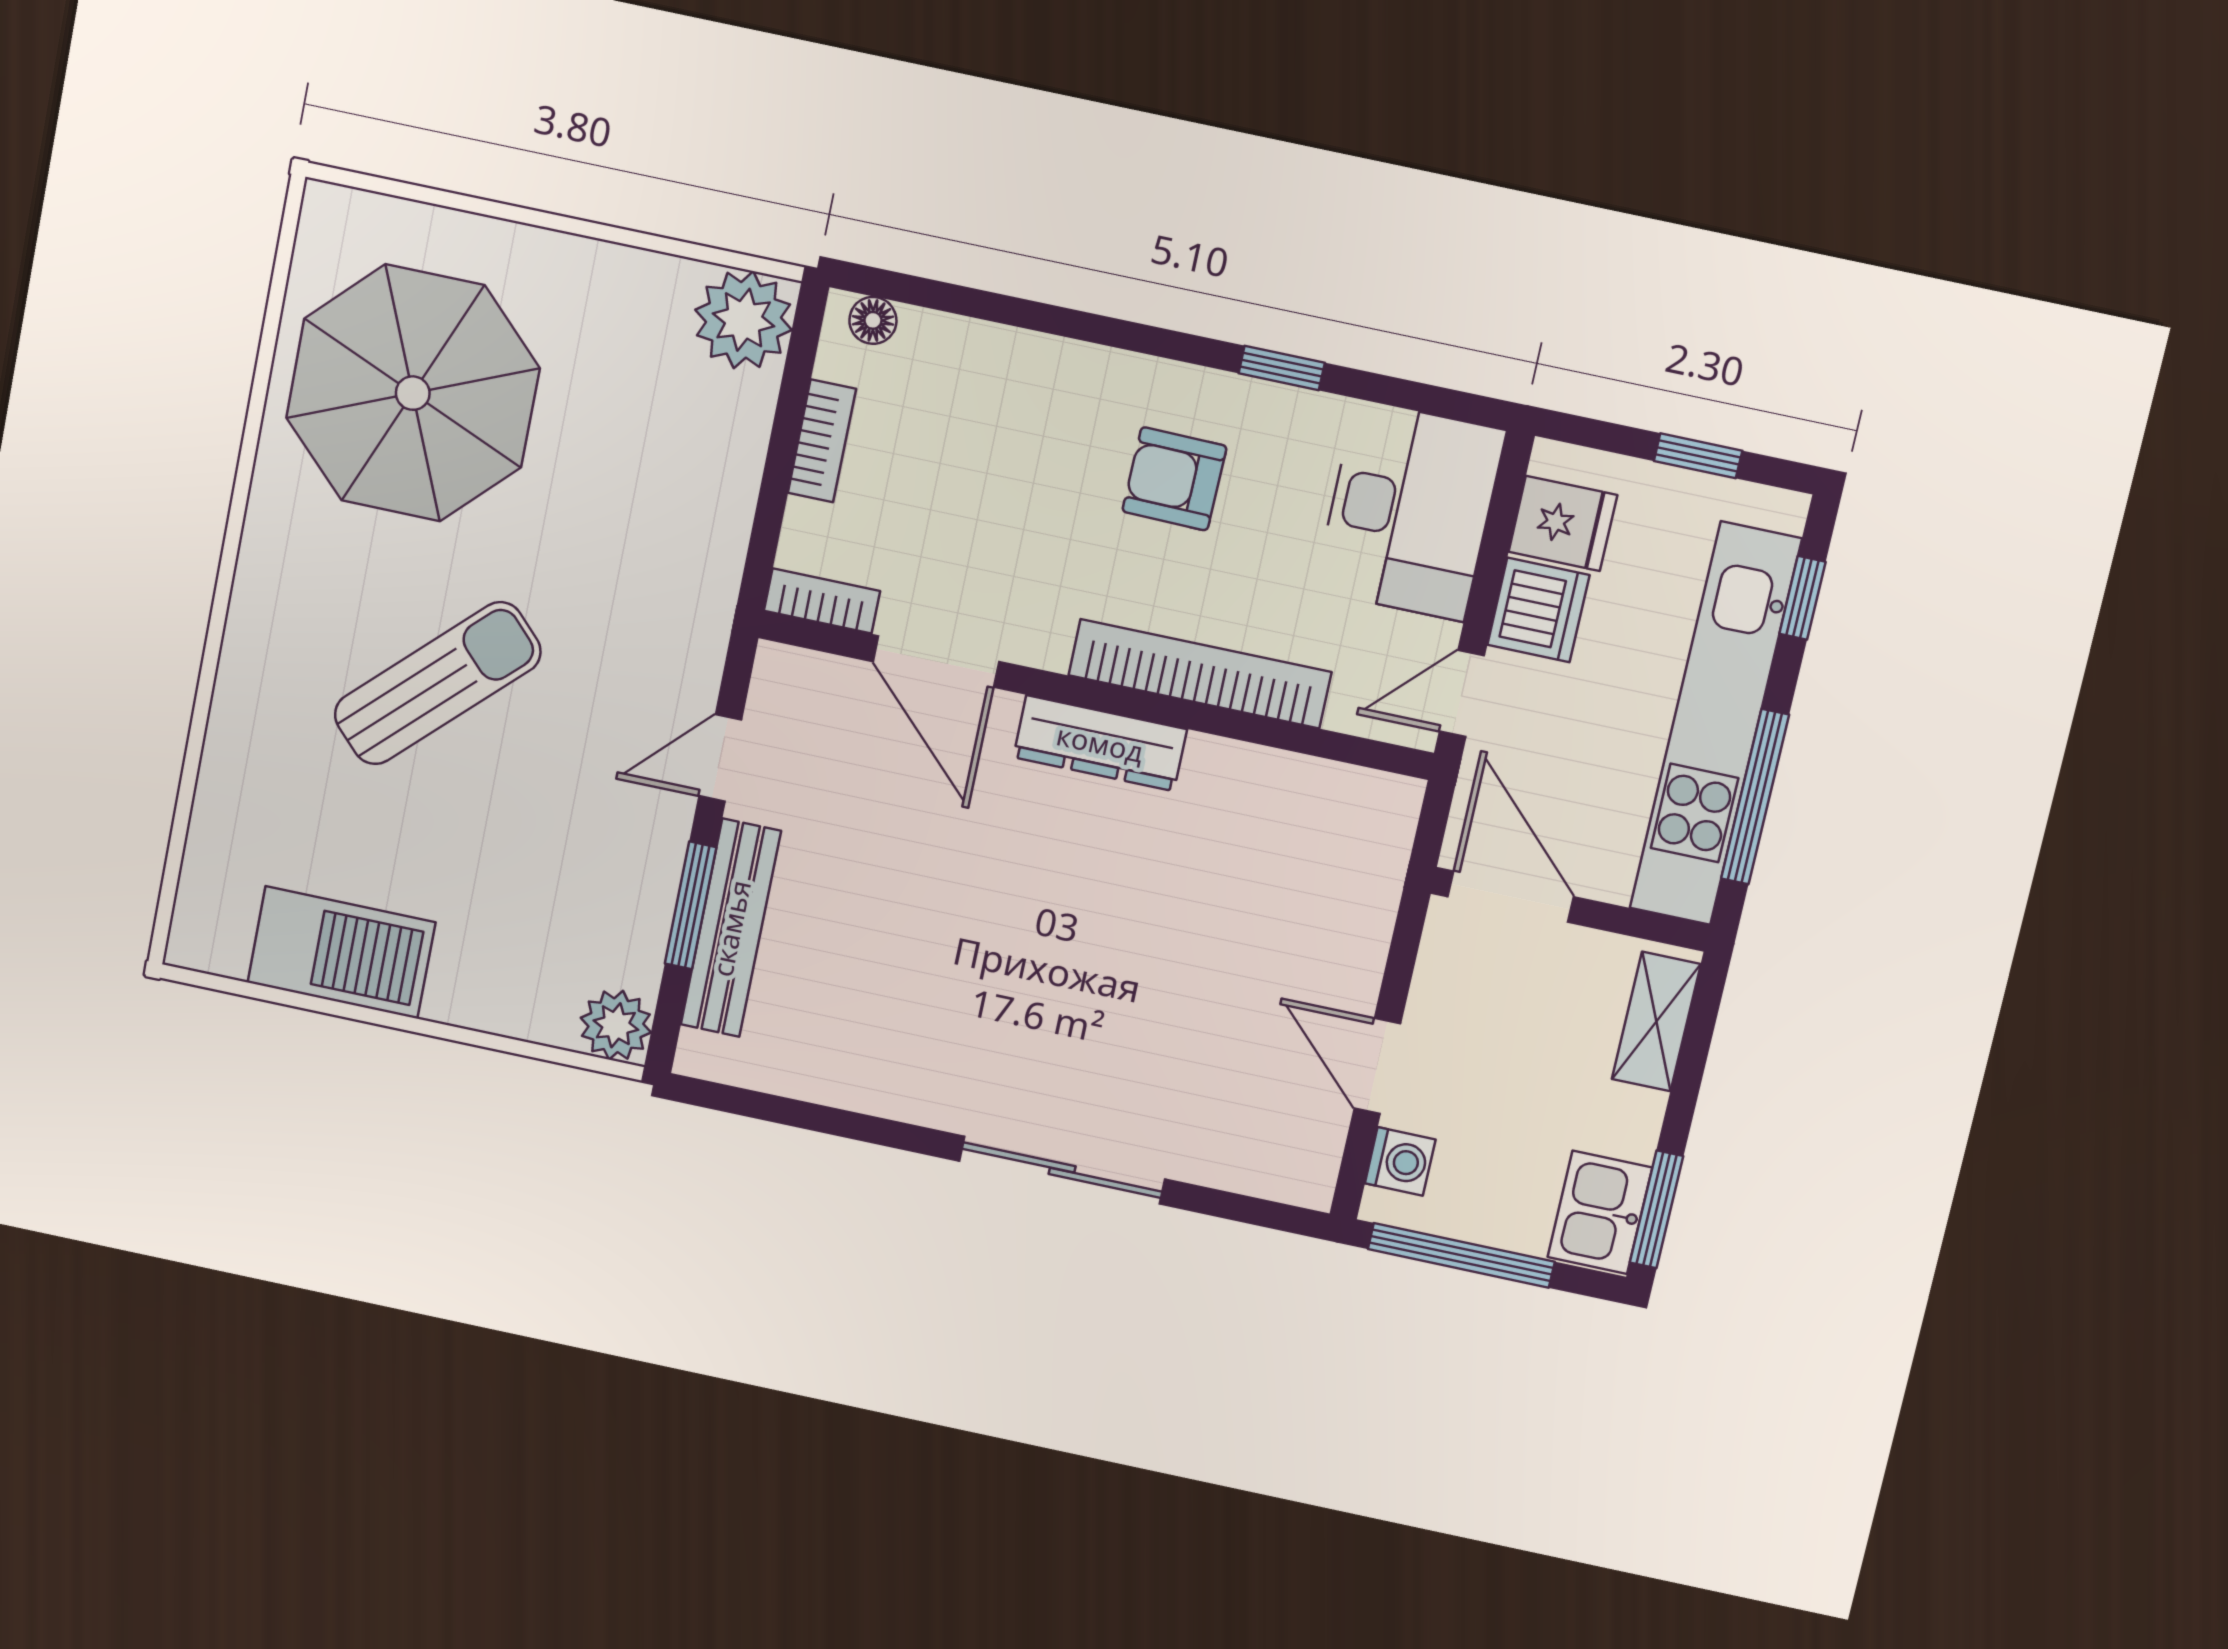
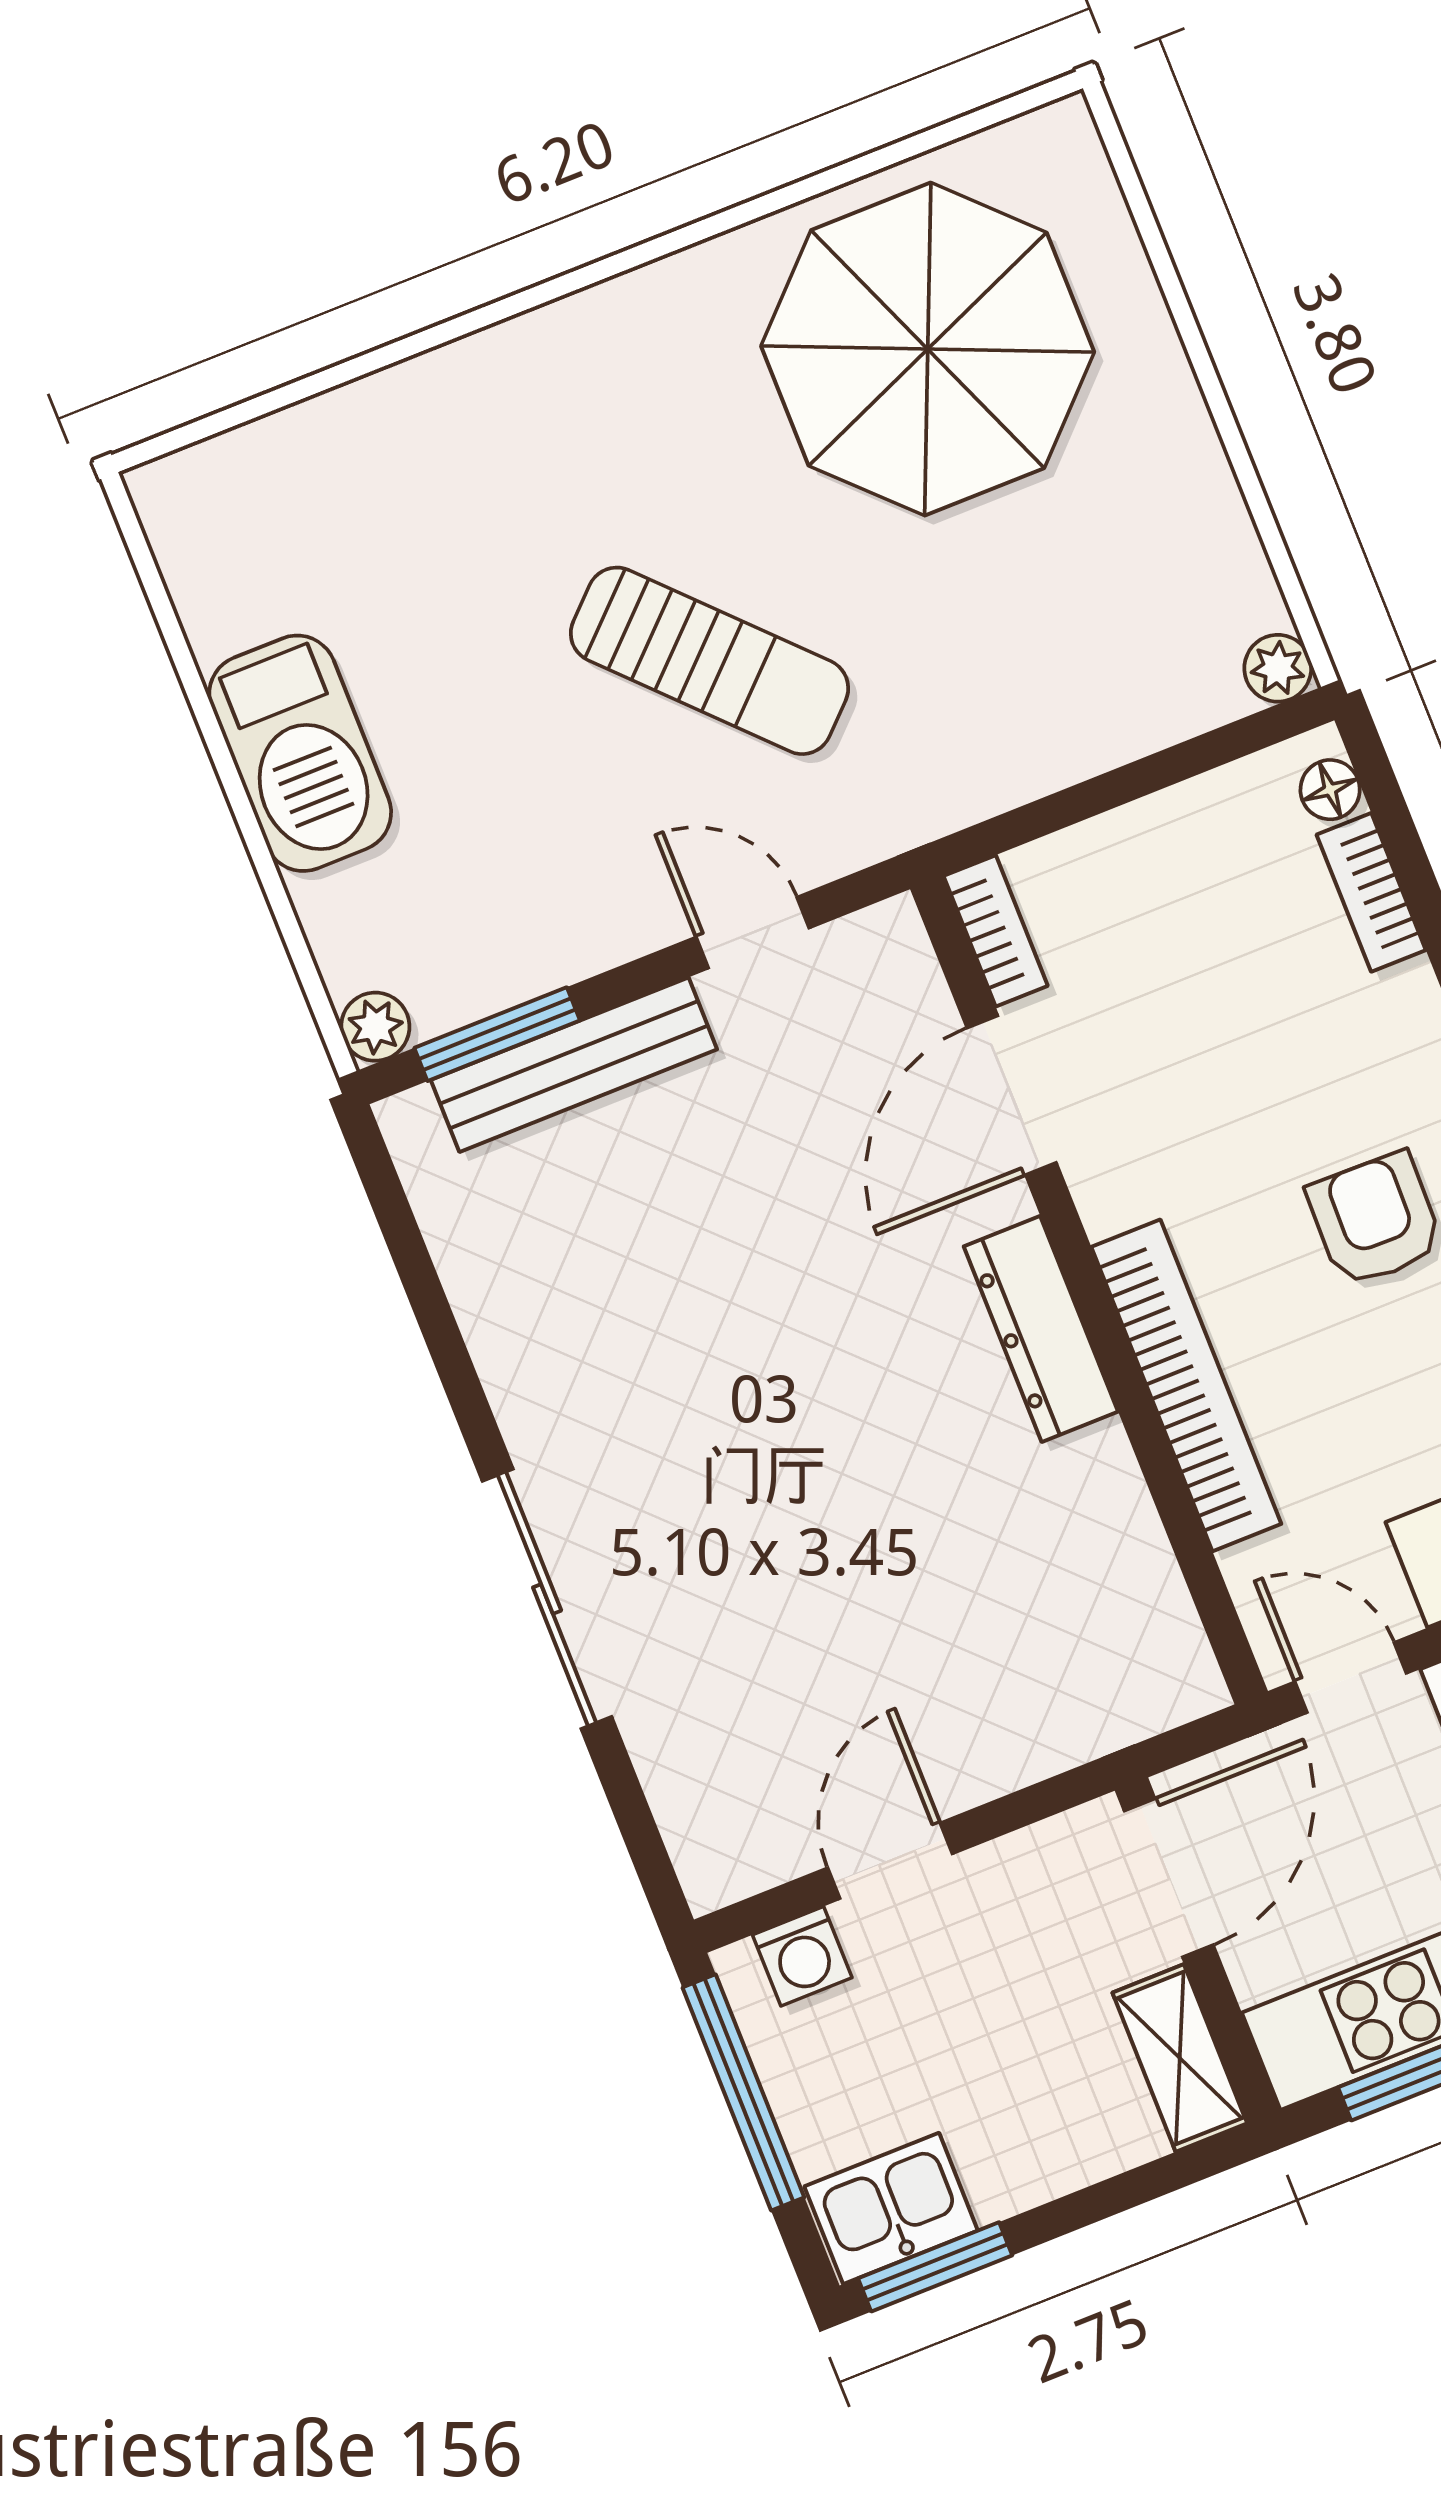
plant: (744, 320) -> (1278, 668), width x0.53, depth x0.53
bookcase: (822, 441) -> (1371, 892), moved, turned 90
sun lounger: (438, 683) -> (710, 661), moved
window: (691, 905) -> (497, 1034), moved
barbecue: (341, 952) -> (300, 753), moved
shelving: (1656, 1022) -> (1180, 2058), moved, turned 90
plant: (616, 1025) -> (375, 1027), width x0.73, depth x0.73

